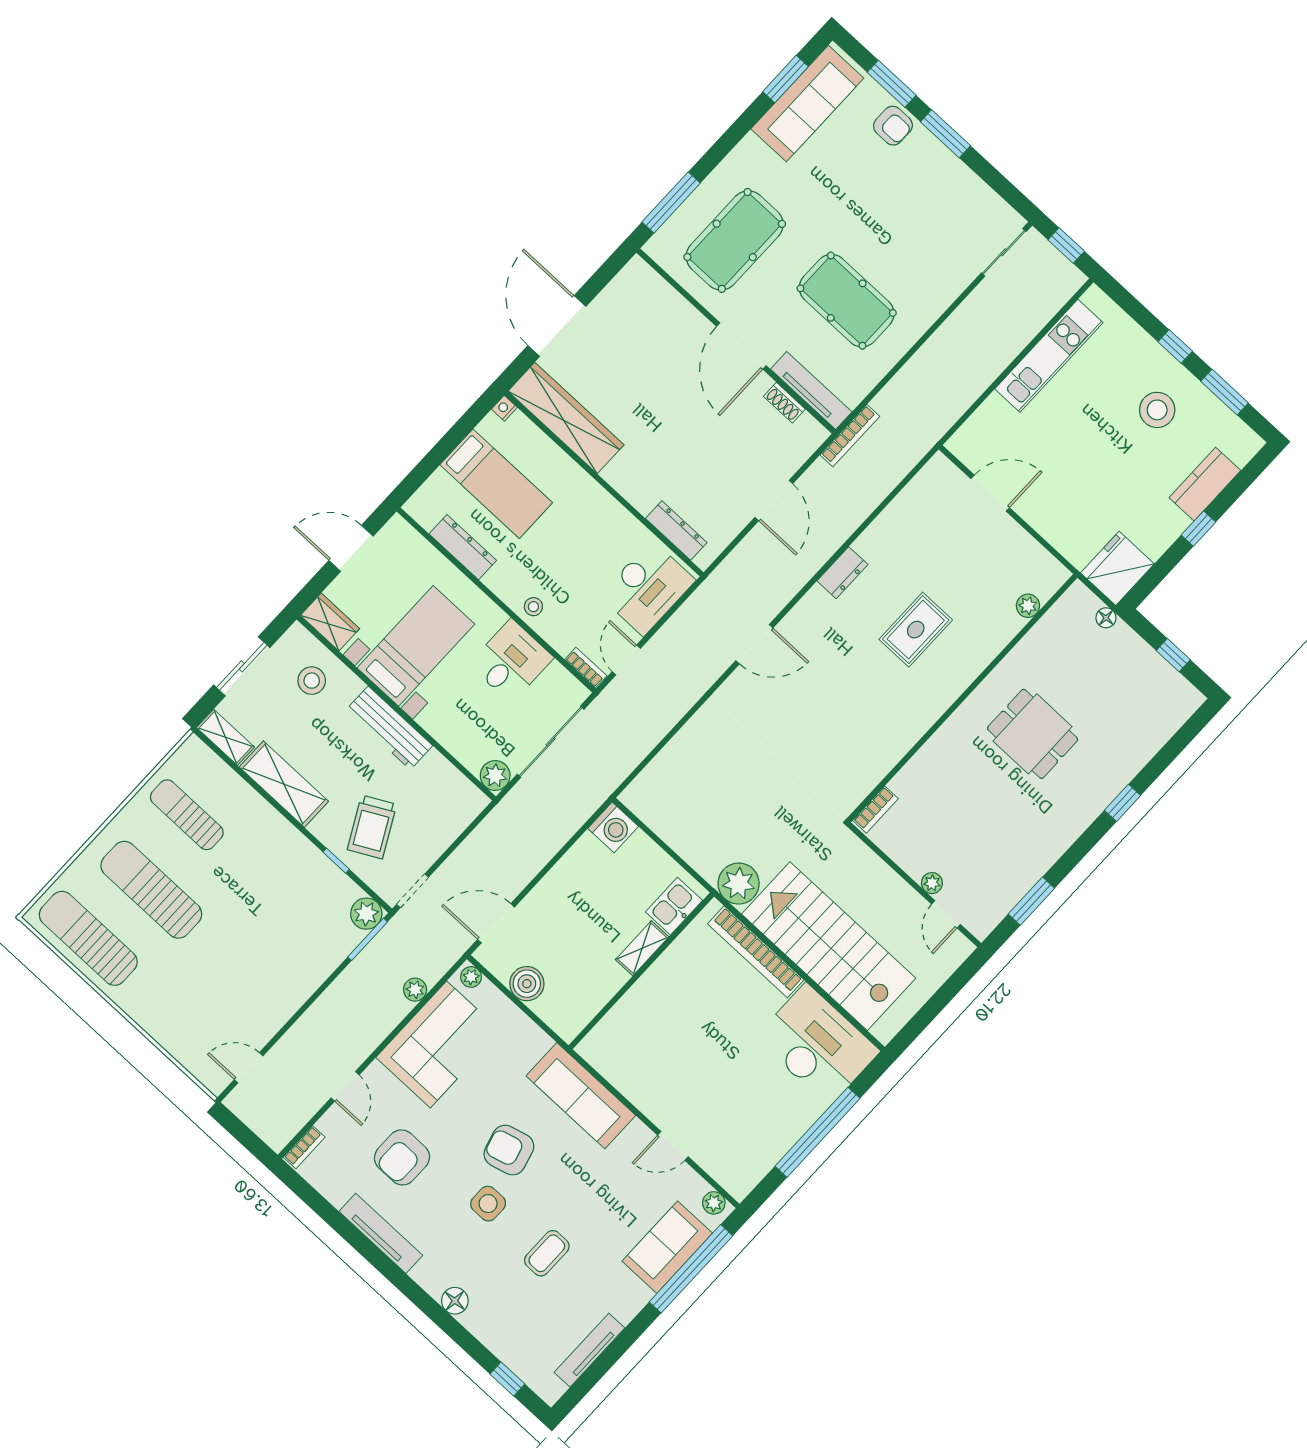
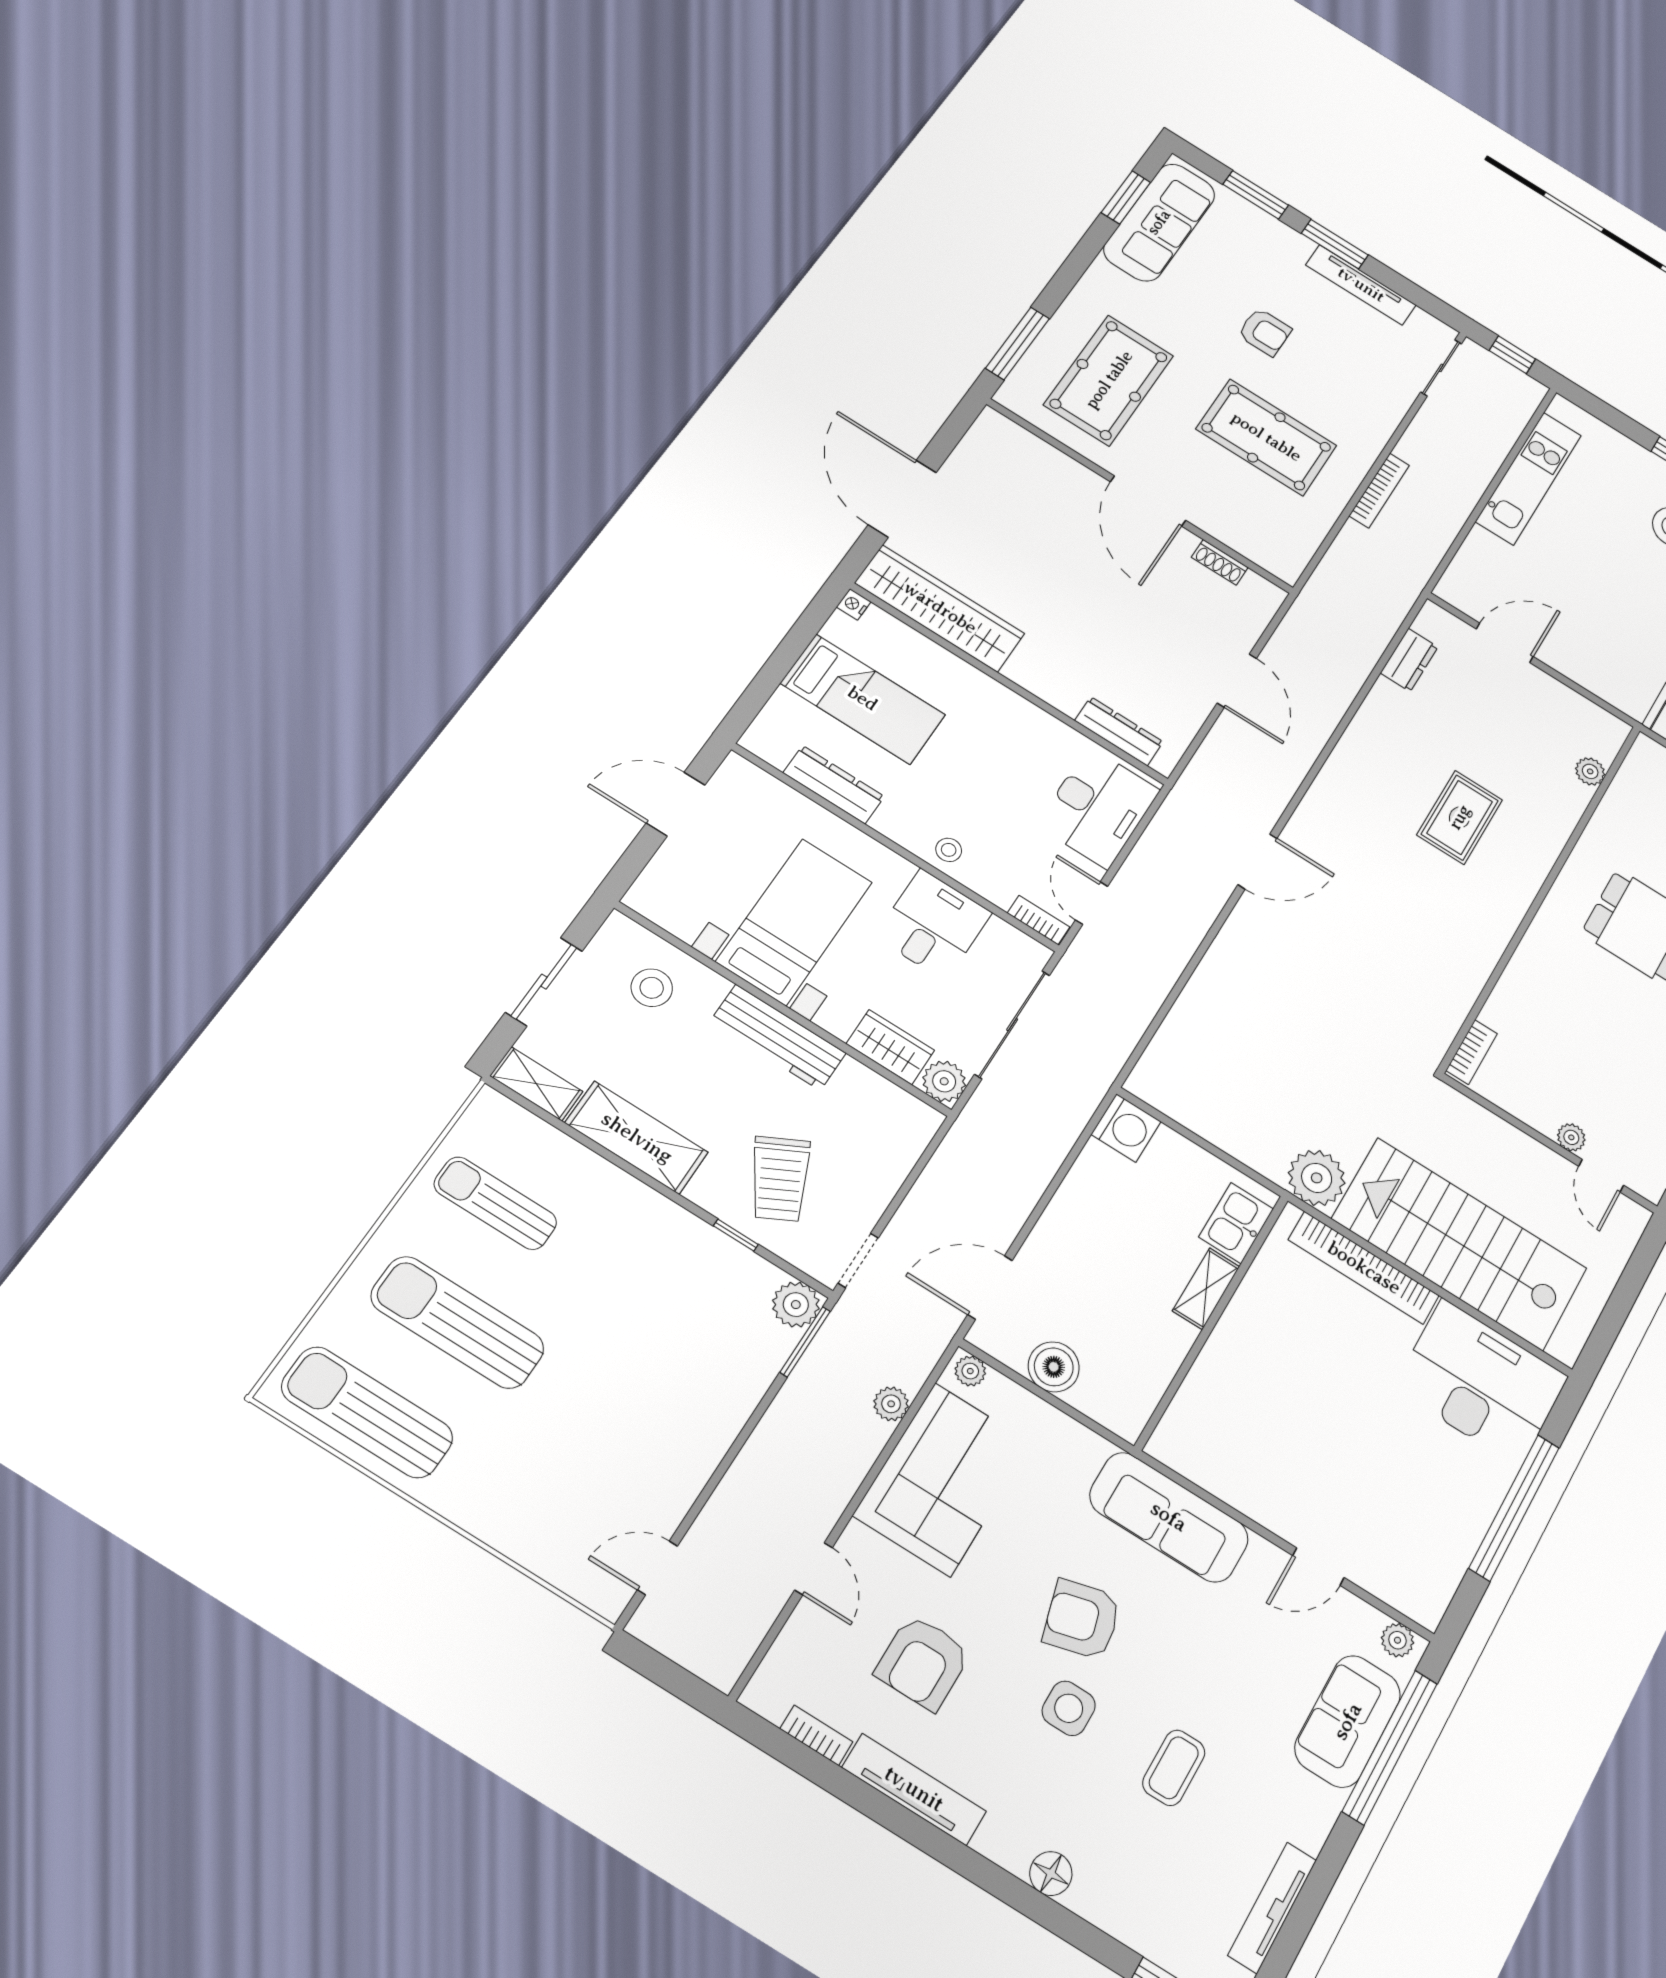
armchair: (893, 126) -> (1265, 332), moved
tv unit: (811, 390) -> (1361, 285), moved, turned 180
bookcase: (850, 436) -> (1379, 491), moved
dresser: (842, 573) -> (1409, 660), moved
wardrobe: (330, 622) -> (890, 1047), moved
bookcase: (304, 1147) -> (816, 1735), moved, turned -90

